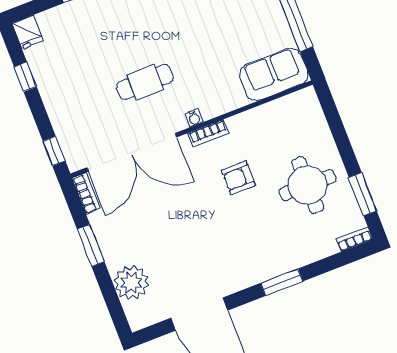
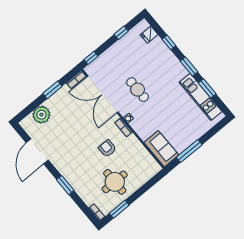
fridge: (28, 32) -> (149, 35), moved

